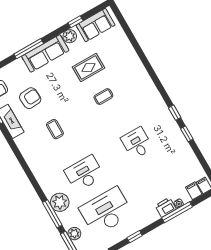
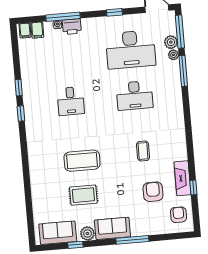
sofa: (45, 53) -> (112, 228), width x0.73
coffee table: (103, 97) -> (82, 161), width x1.86, depth x1.72
armchair: (30, 98) -> (153, 192), turned 94
plant: (60, 202) -> (174, 55), moved, width x0.53, depth x0.53

